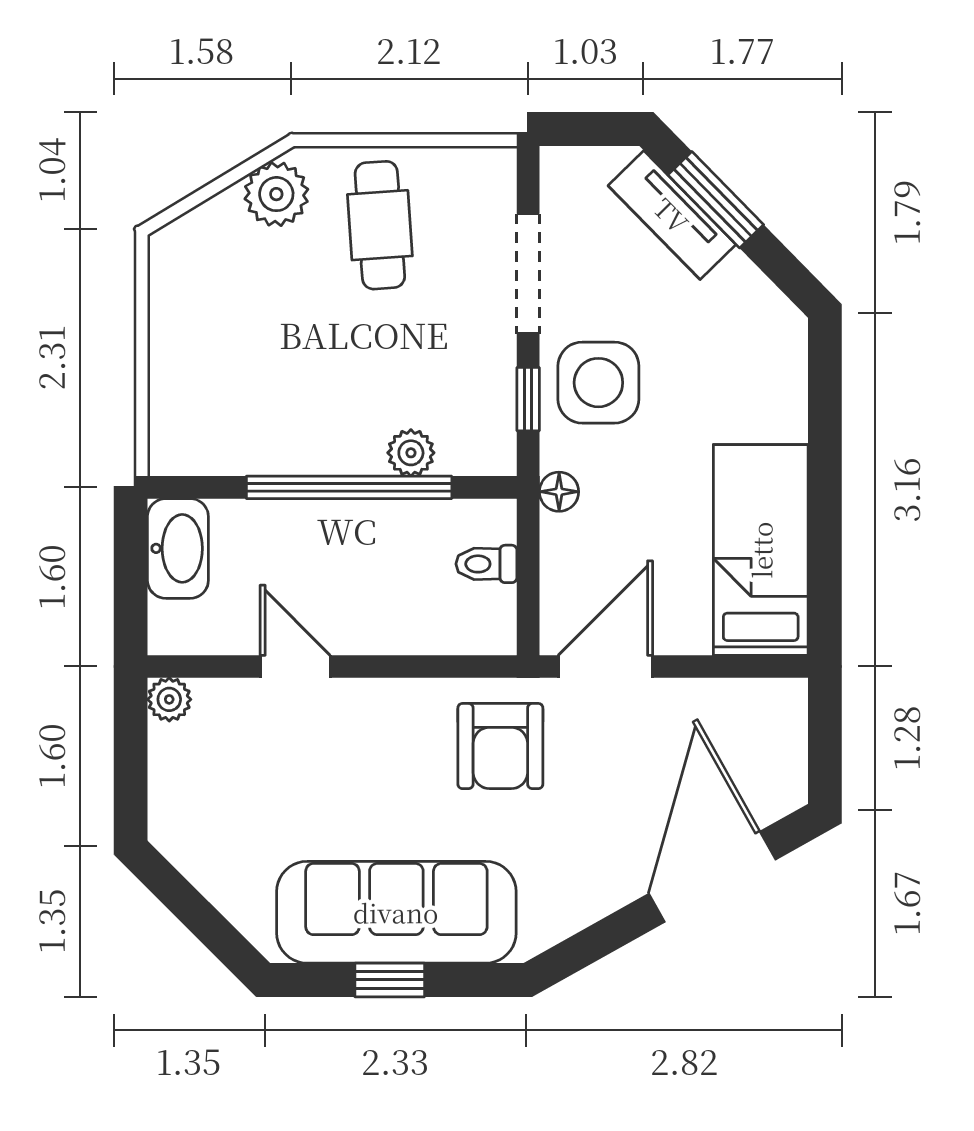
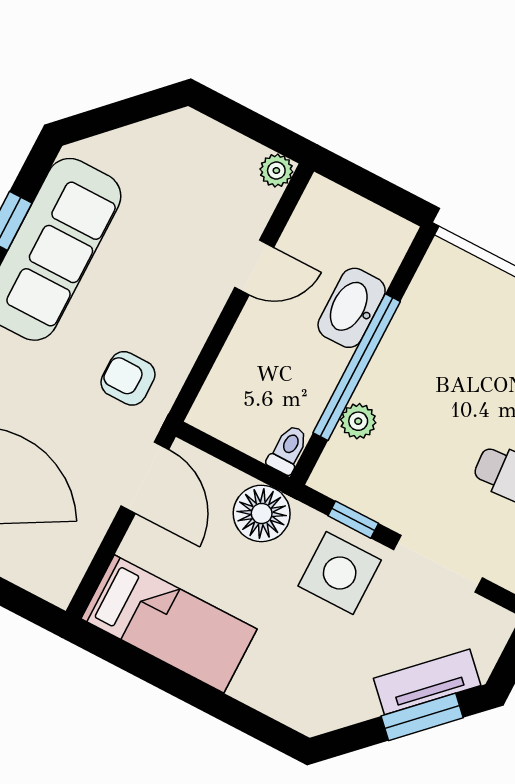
floor lamp: (559, 492) -> (262, 513), width x1.89, depth x1.89
washbasin: (178, 548) -> (352, 308), moved, turned 90
toilet: (486, 564) -> (288, 450), moved
armchair: (500, 746) -> (128, 378), width x0.72, depth x0.72

